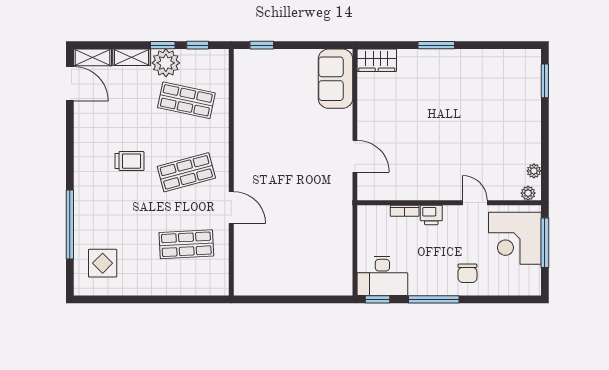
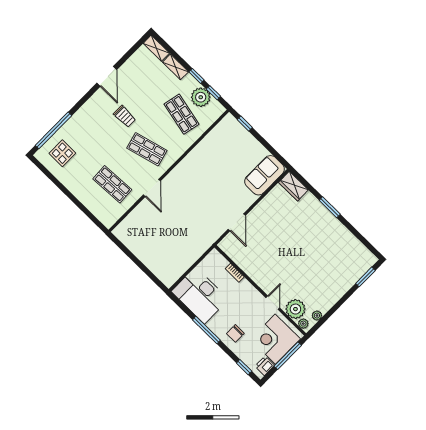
plant: (166, 63) -> (201, 97), moved
door: (70, 84) -> (107, 76), moved
plant: (505, 186) -> (295, 309), added
printer: (431, 215) -> (265, 366), moved, turned 90
window: (70, 224) -> (53, 130), moved
desk: (382, 276) -> (200, 295), width x1.36, depth x1.30
window: (378, 299) -> (244, 367), moved

